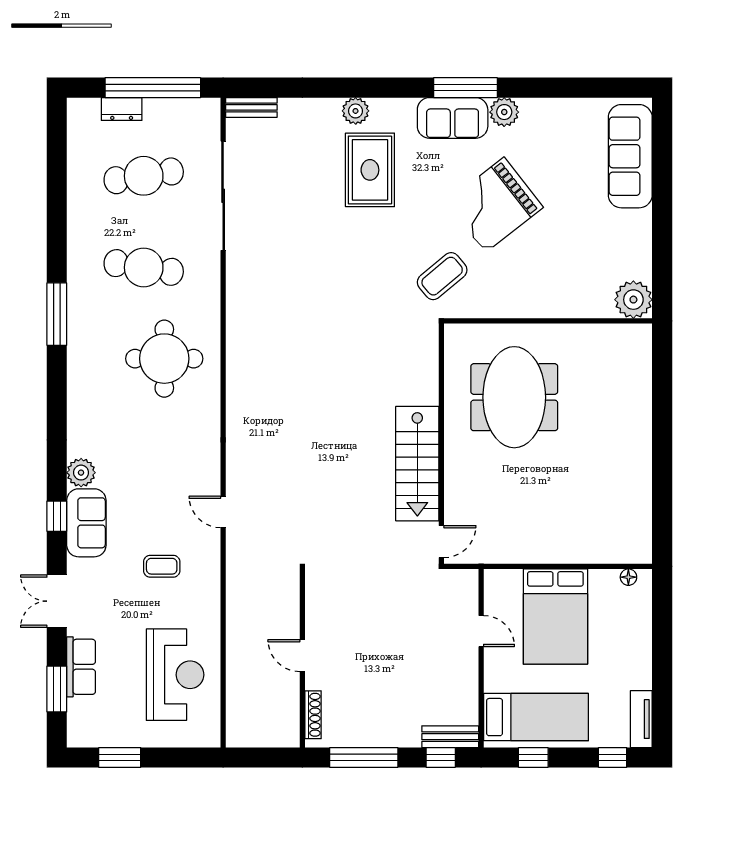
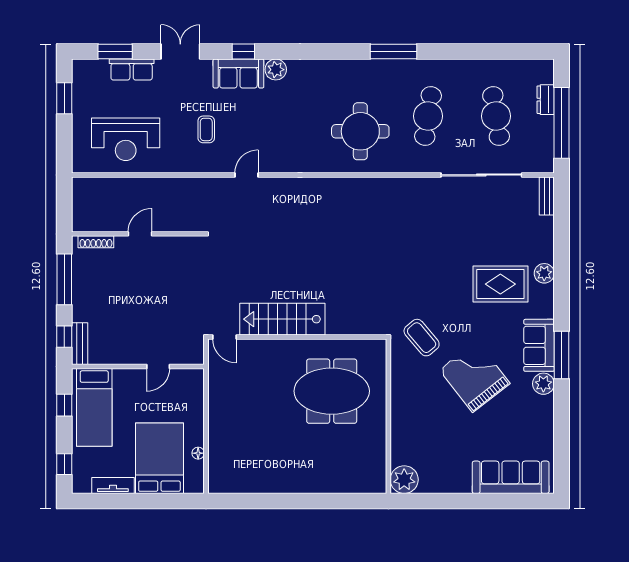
floor lamp: (628, 577) -> (198, 453), moved
bed: (555, 617) -> (159, 458), moved, turned 90
tv unit: (641, 719) -> (113, 485), moved

